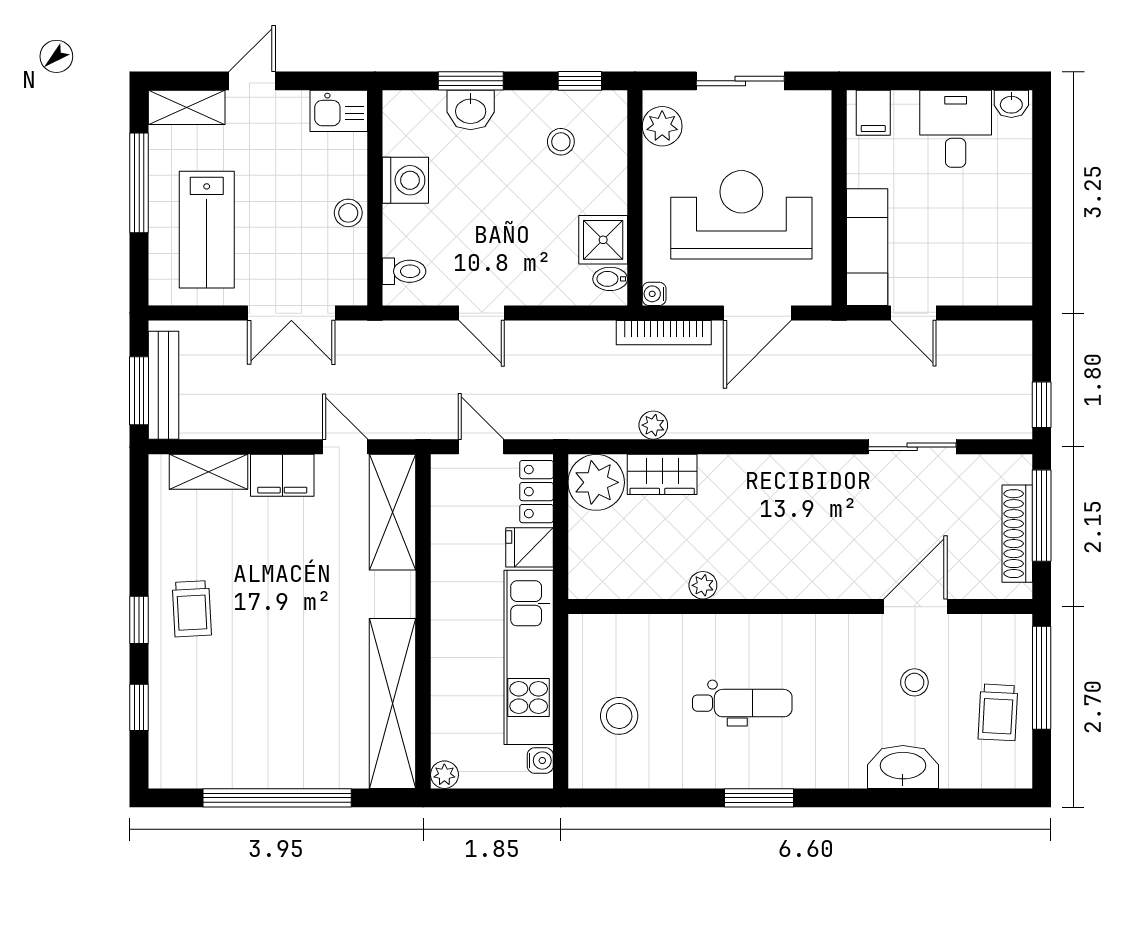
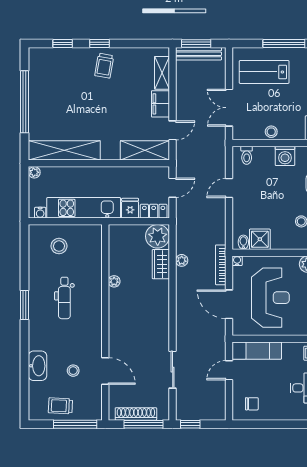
chair: (993, 259) -> (252, 404), added
trolley: (192, 609) -> (104, 66), turned -77

